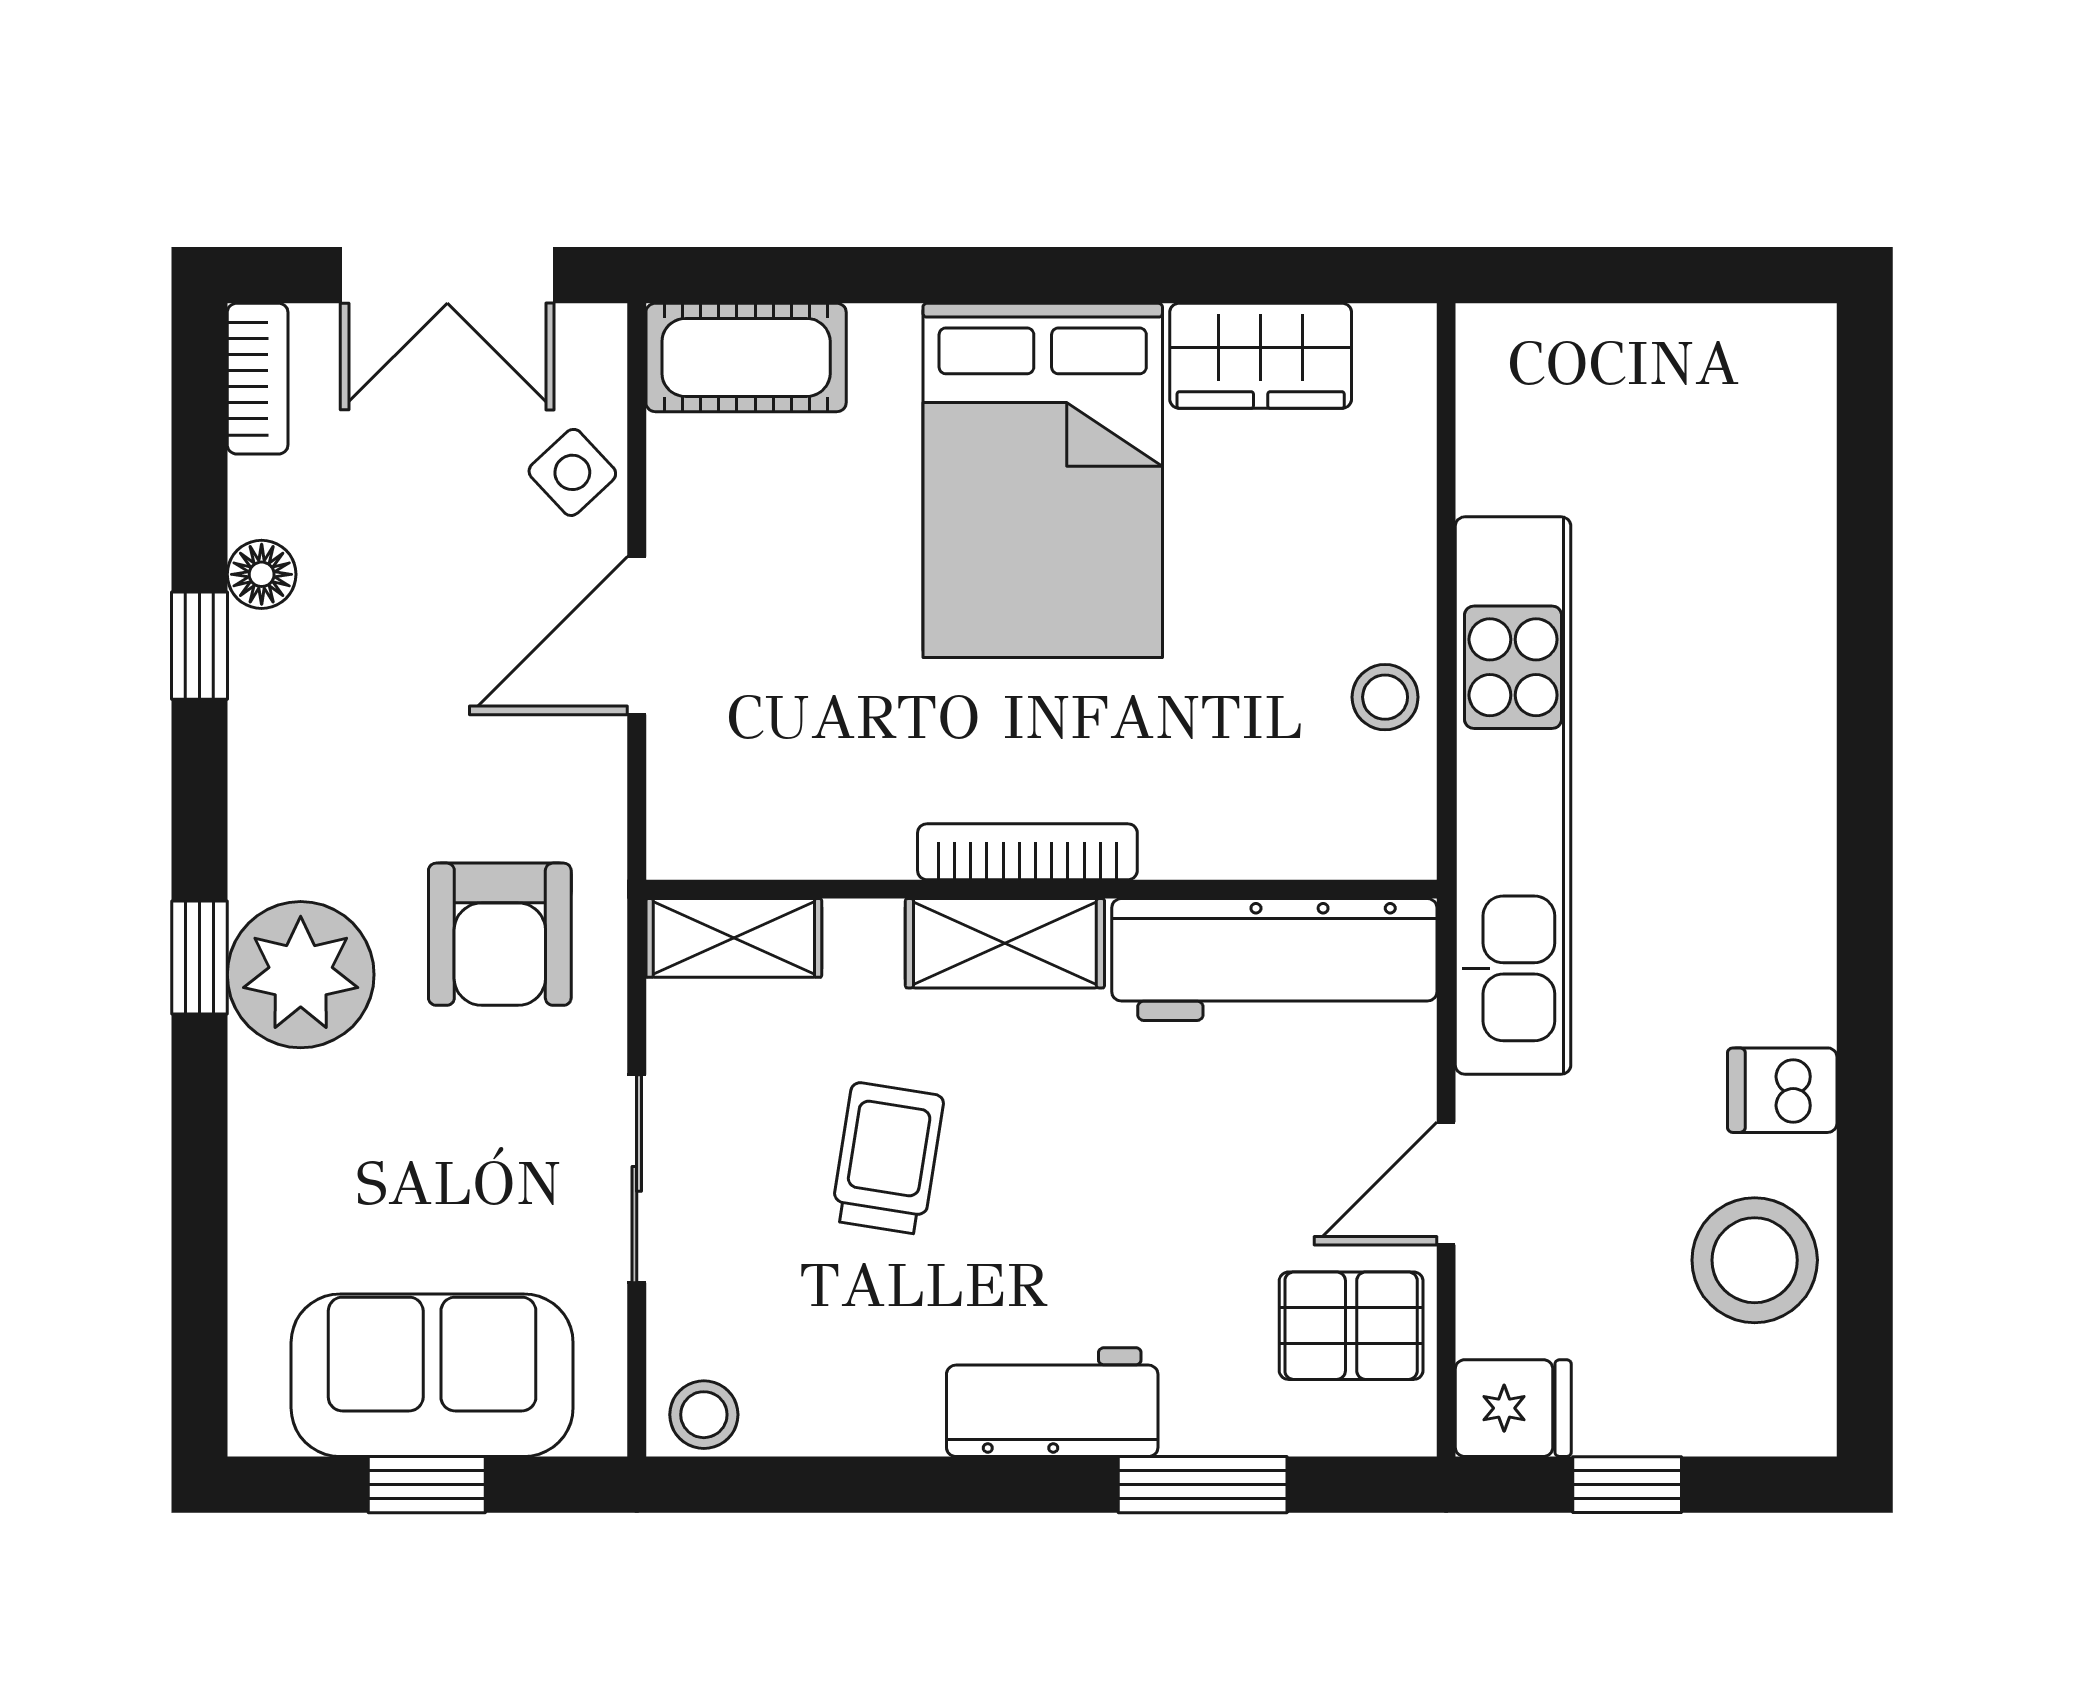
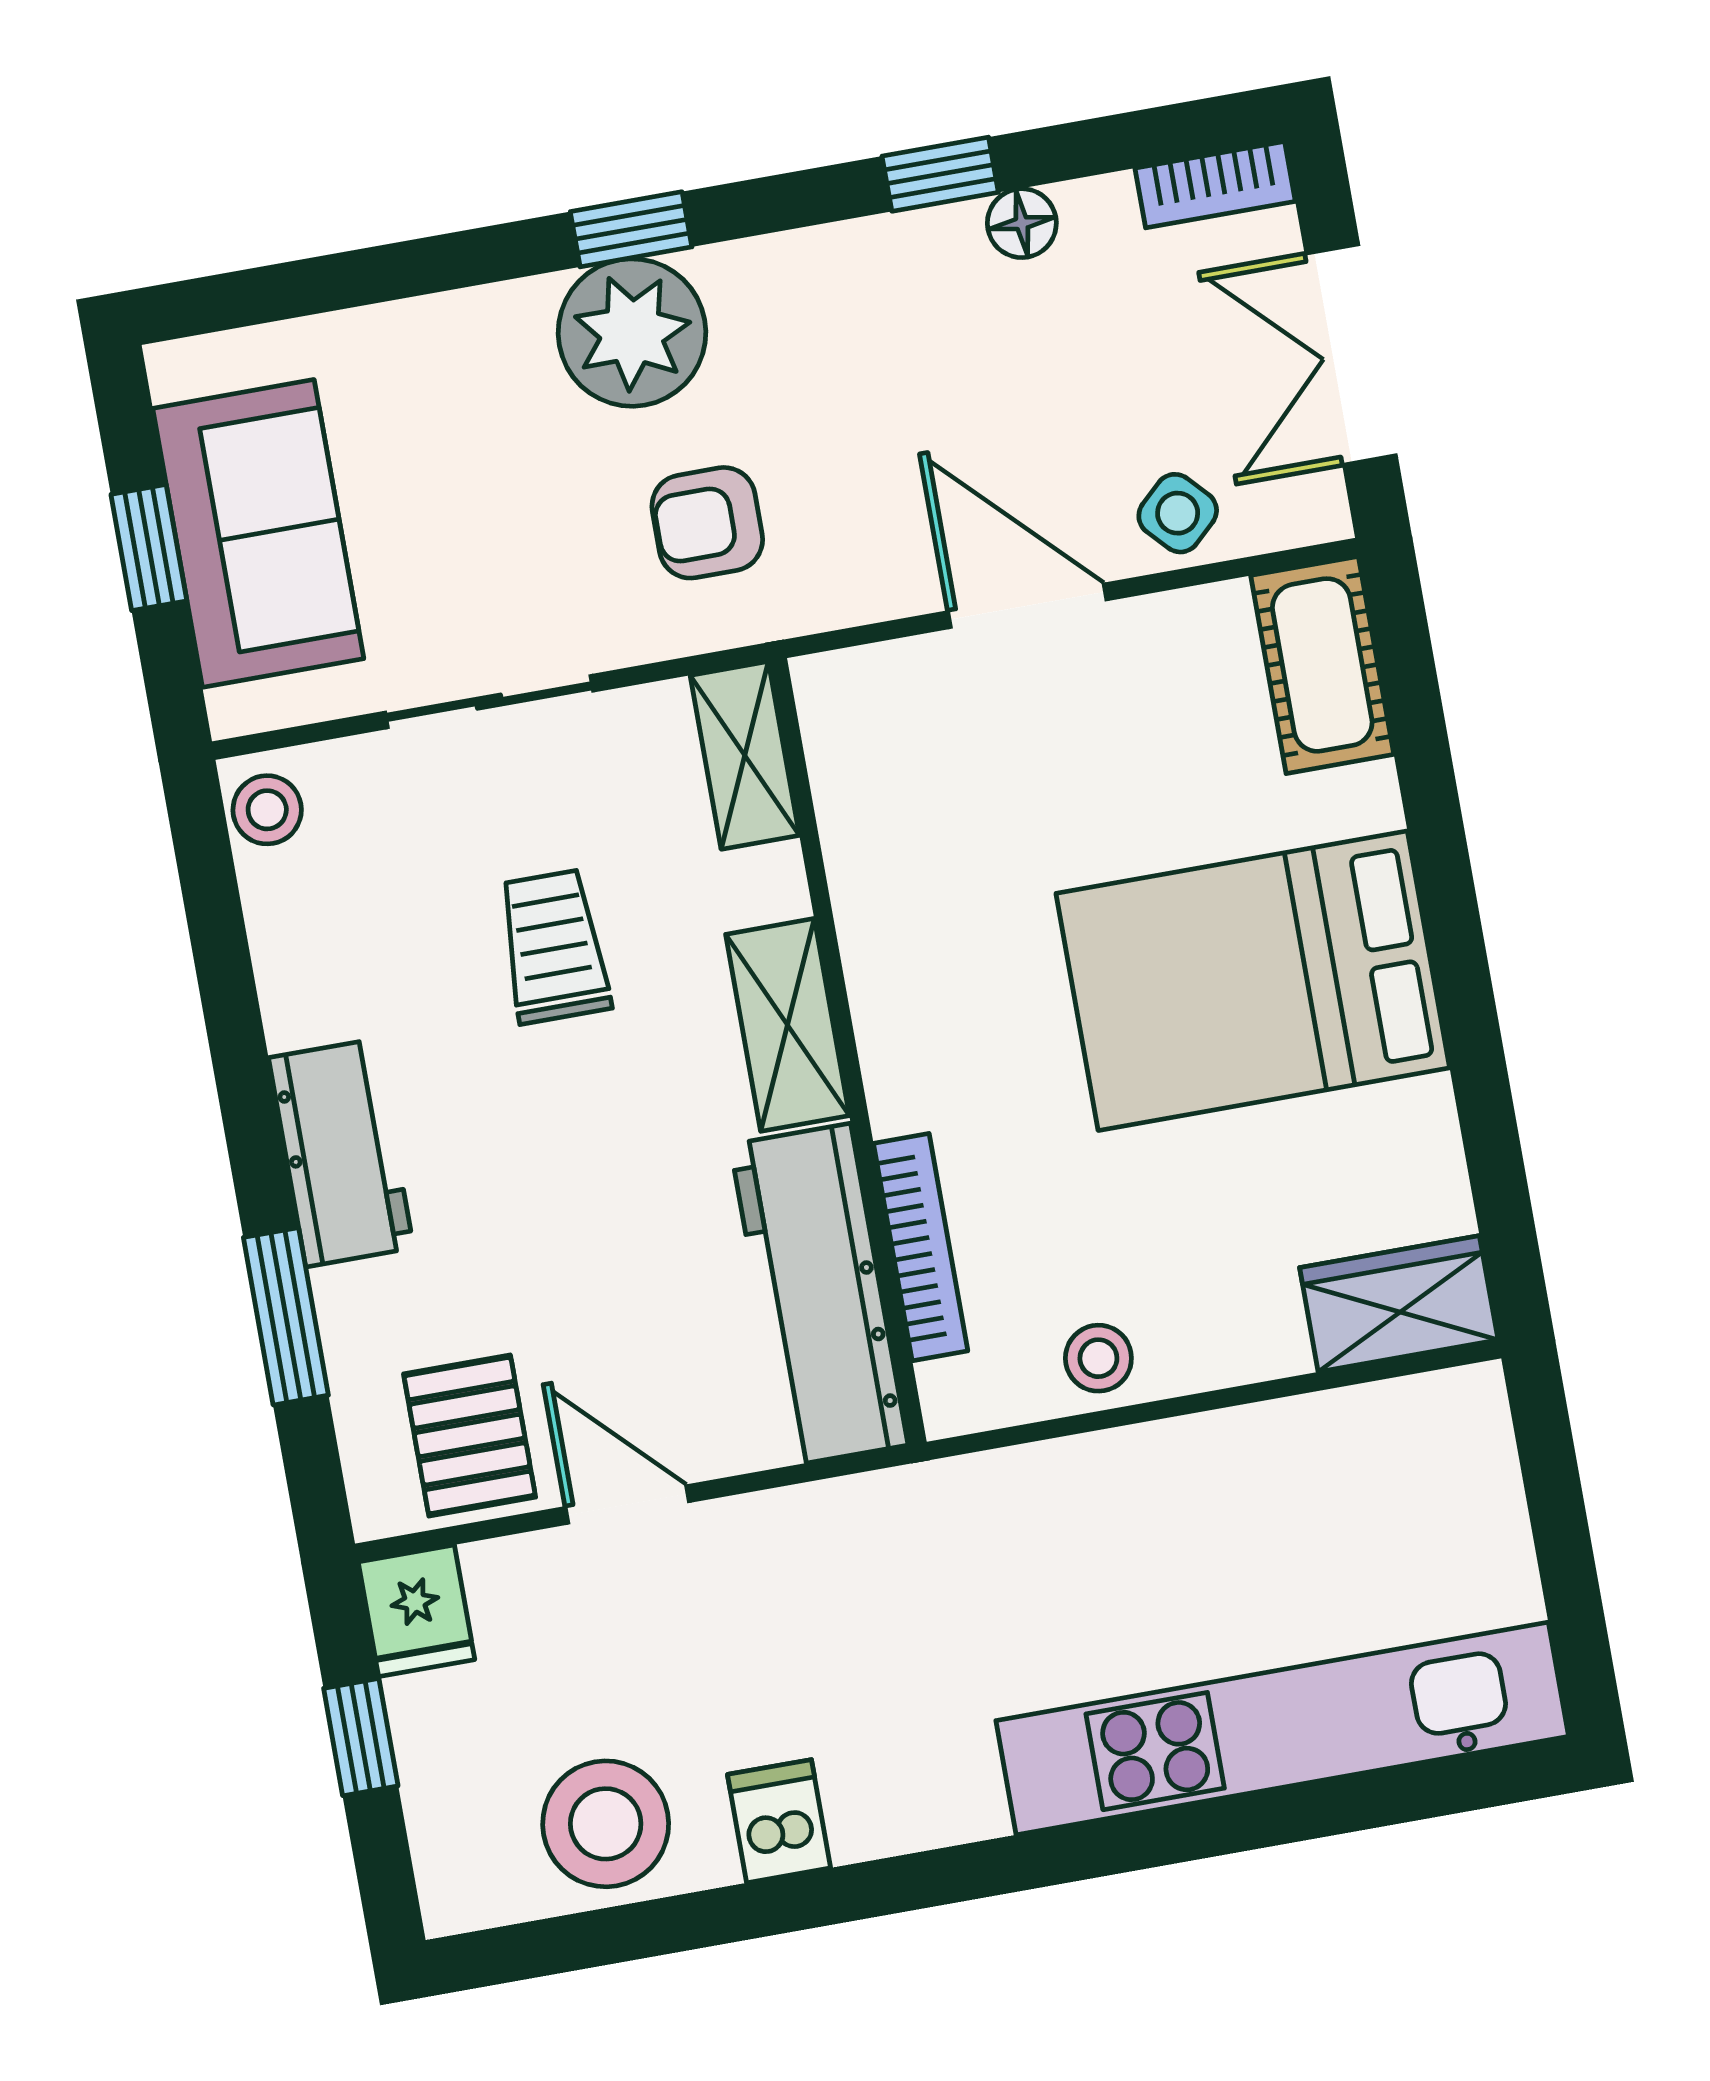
wardrobe: (1261, 356) -> (1399, 1304), moved, turned 90
kitchen unit: (1513, 796) -> (1282, 1728), moved, turned 180
bookcase: (1027, 852) -> (921, 1247), moved
armchair: (500, 934) -> (707, 523), width x0.72, depth x0.72
trolley: (888, 1158) -> (554, 947), turned -99

